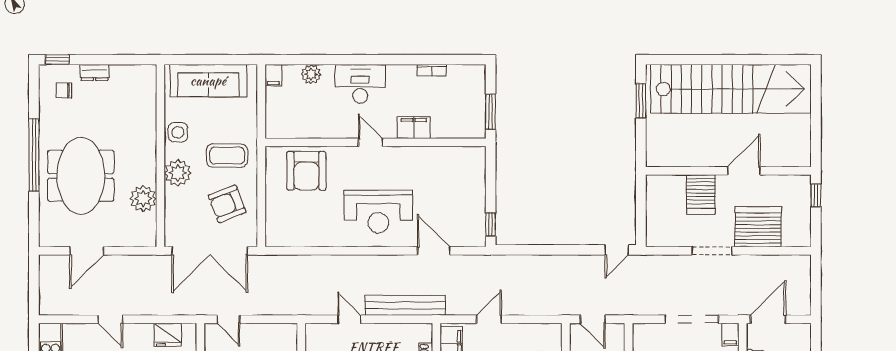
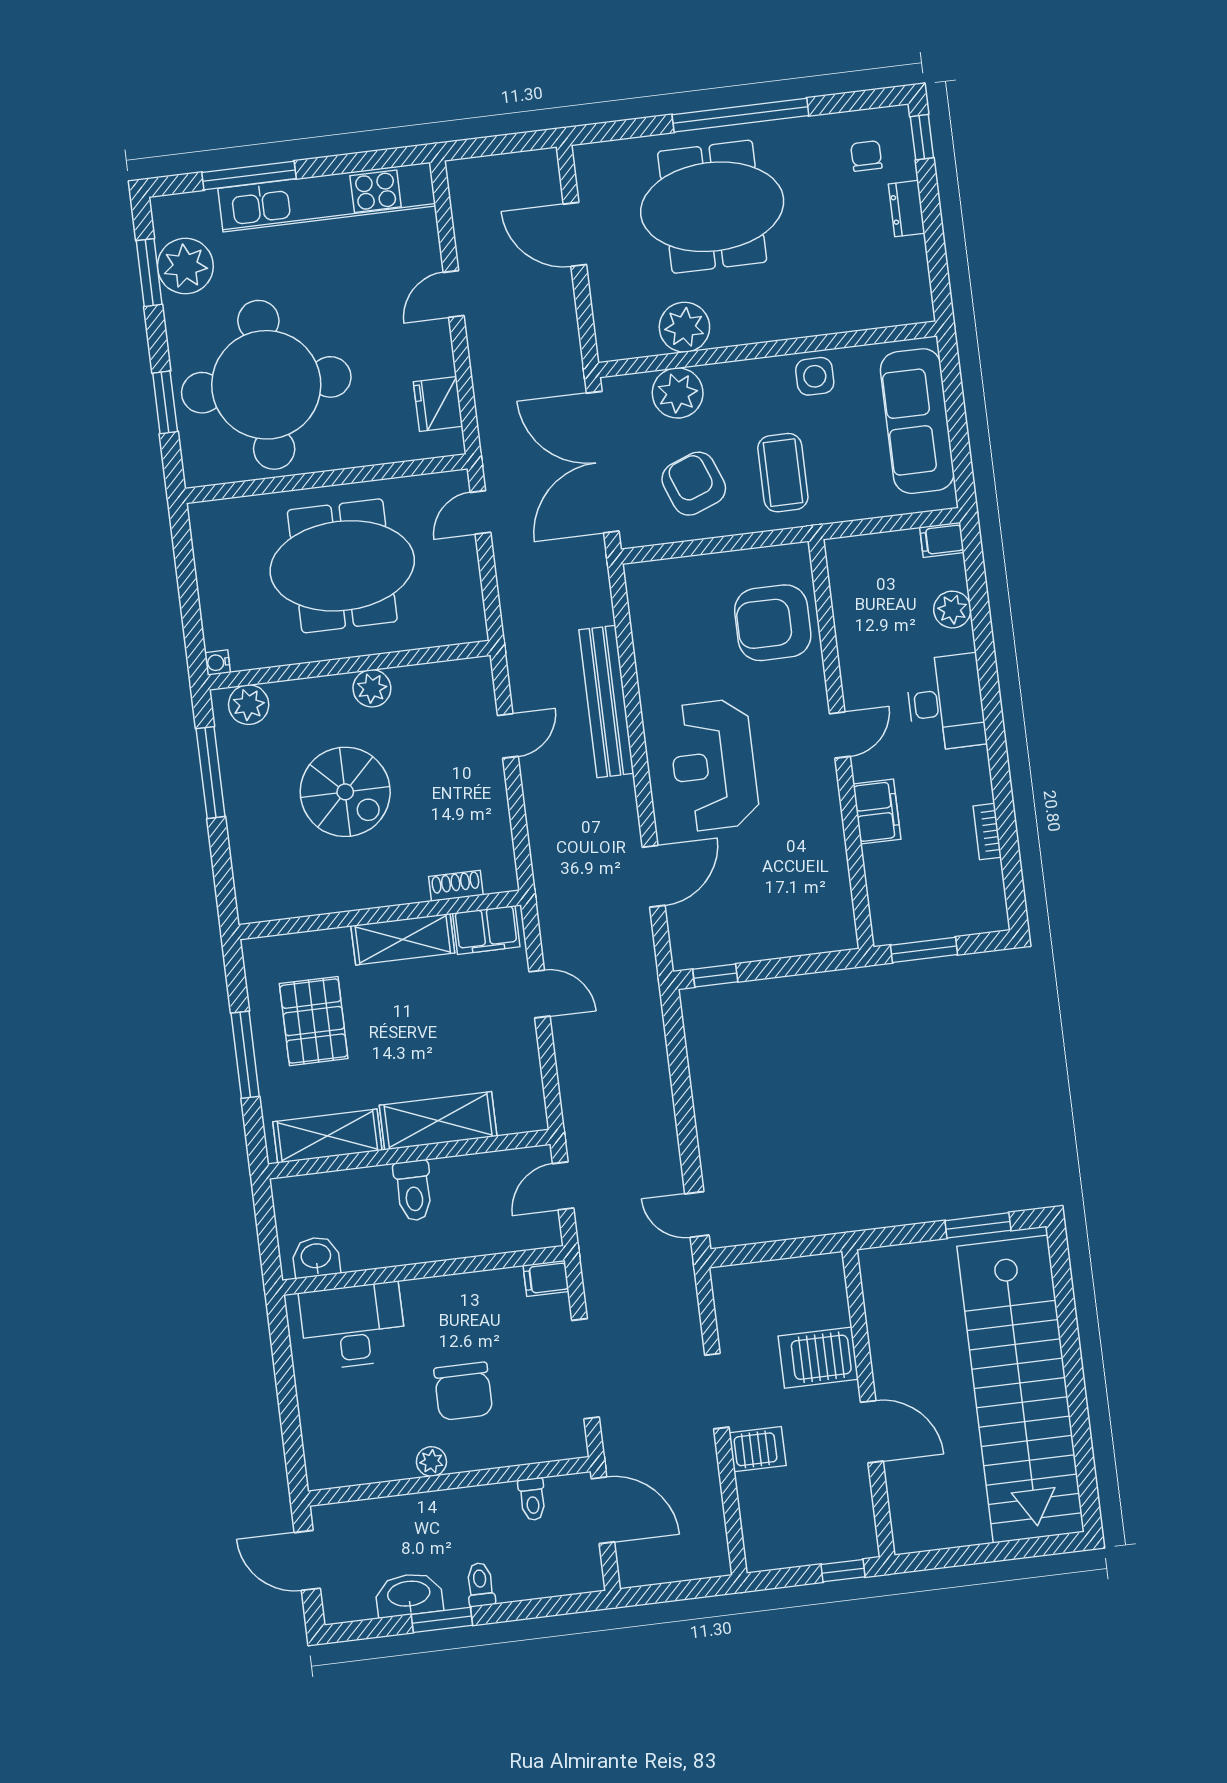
plant: (178, 173) -> (678, 393), moved
server rack: (758, 227) -> (758, 1449), width x0.46, depth x0.70
bench: (405, 306) -> (606, 702), moved
filing cabinet: (730, 334) -> (546, 1278), moved

